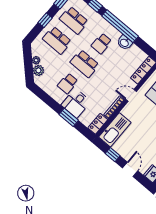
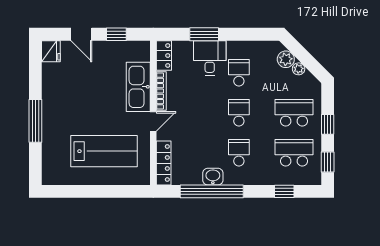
window: (120, 26) -> (212, 191), moved
school desk: (85, 64) -> (239, 113), width x0.54
kitchen sink: (115, 130) -> (138, 87), moved

